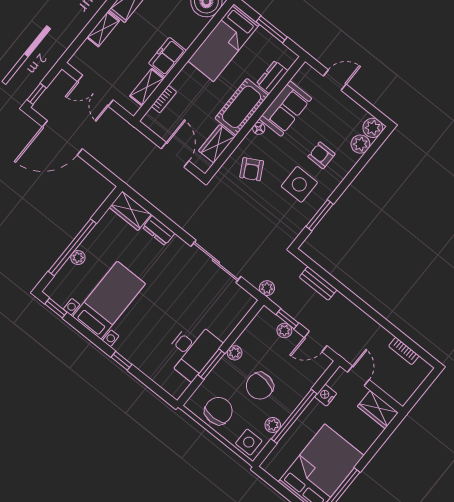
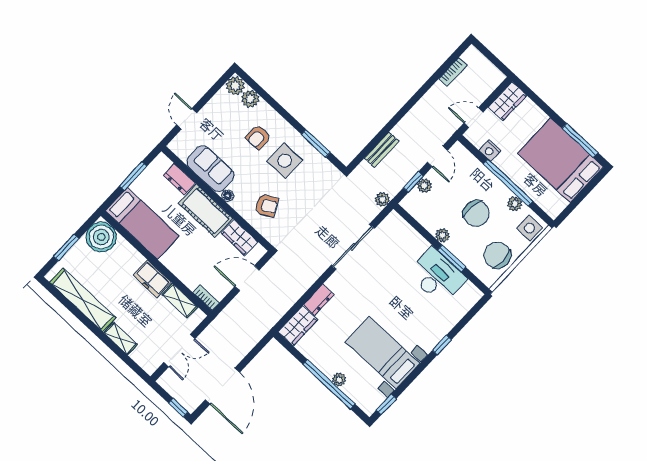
bookcase: (164, 99) -> (206, 298), moved

